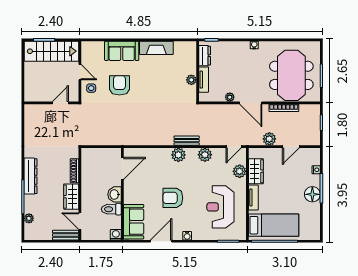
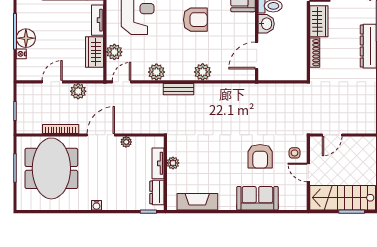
fireplace: (156, 48) -> (197, 202), moved
door: (251, 103) -> (101, 135), hinge flipped
plant: (178, 155) -> (203, 72), moved
floor lamp: (312, 194) -> (26, 38), moved

